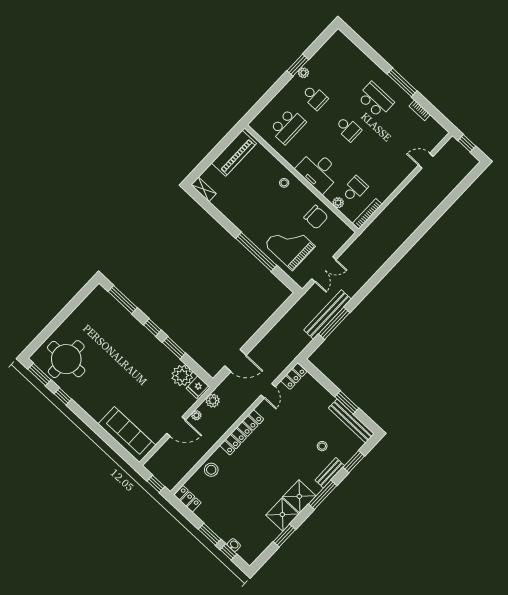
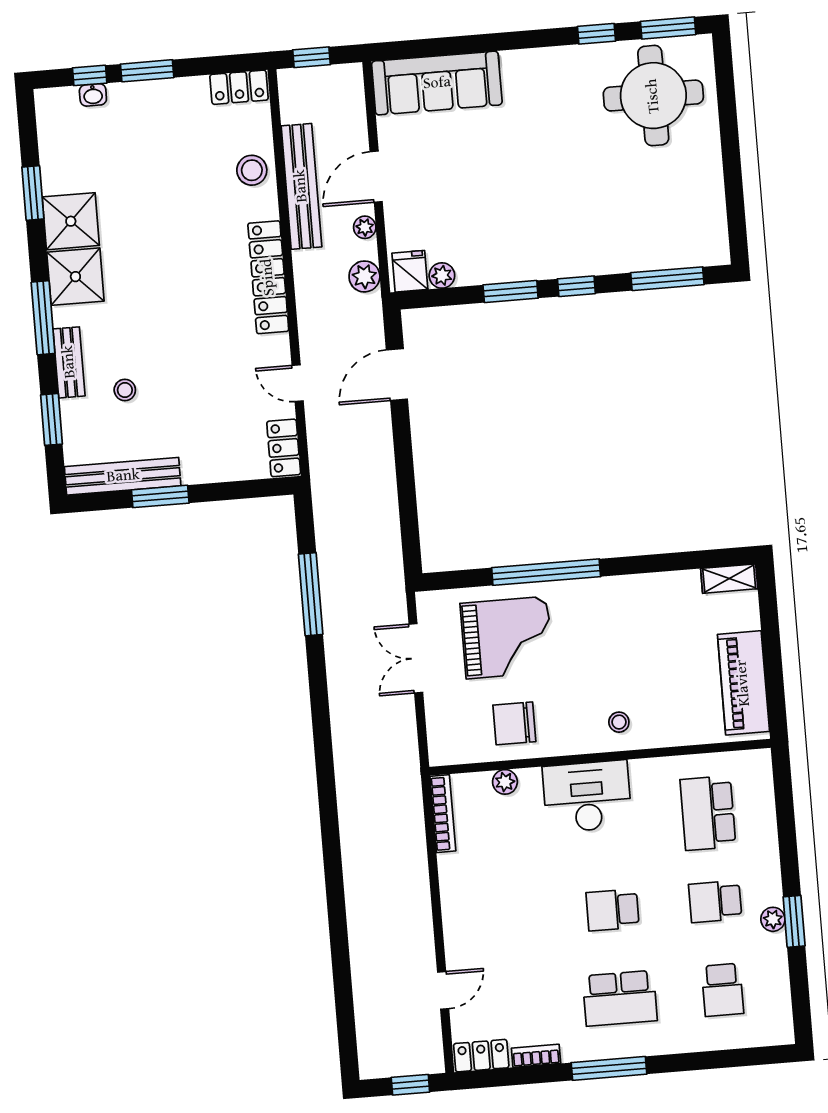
locker: (436, 129) -> (481, 1056), added
school desk: (355, 189) -> (722, 990), moved
bench: (328, 315) -> (301, 186), moved
plant: (182, 375) -> (442, 275), width x0.53, depth x0.53

